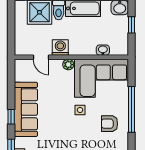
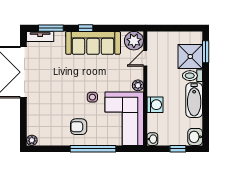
washing machine: (60, 47) -> (155, 105), moved
washbasin: (103, 50) -> (152, 139), moved
plant: (24, 69) -> (134, 41), added
armchair: (110, 124) -> (79, 127), turned -90

